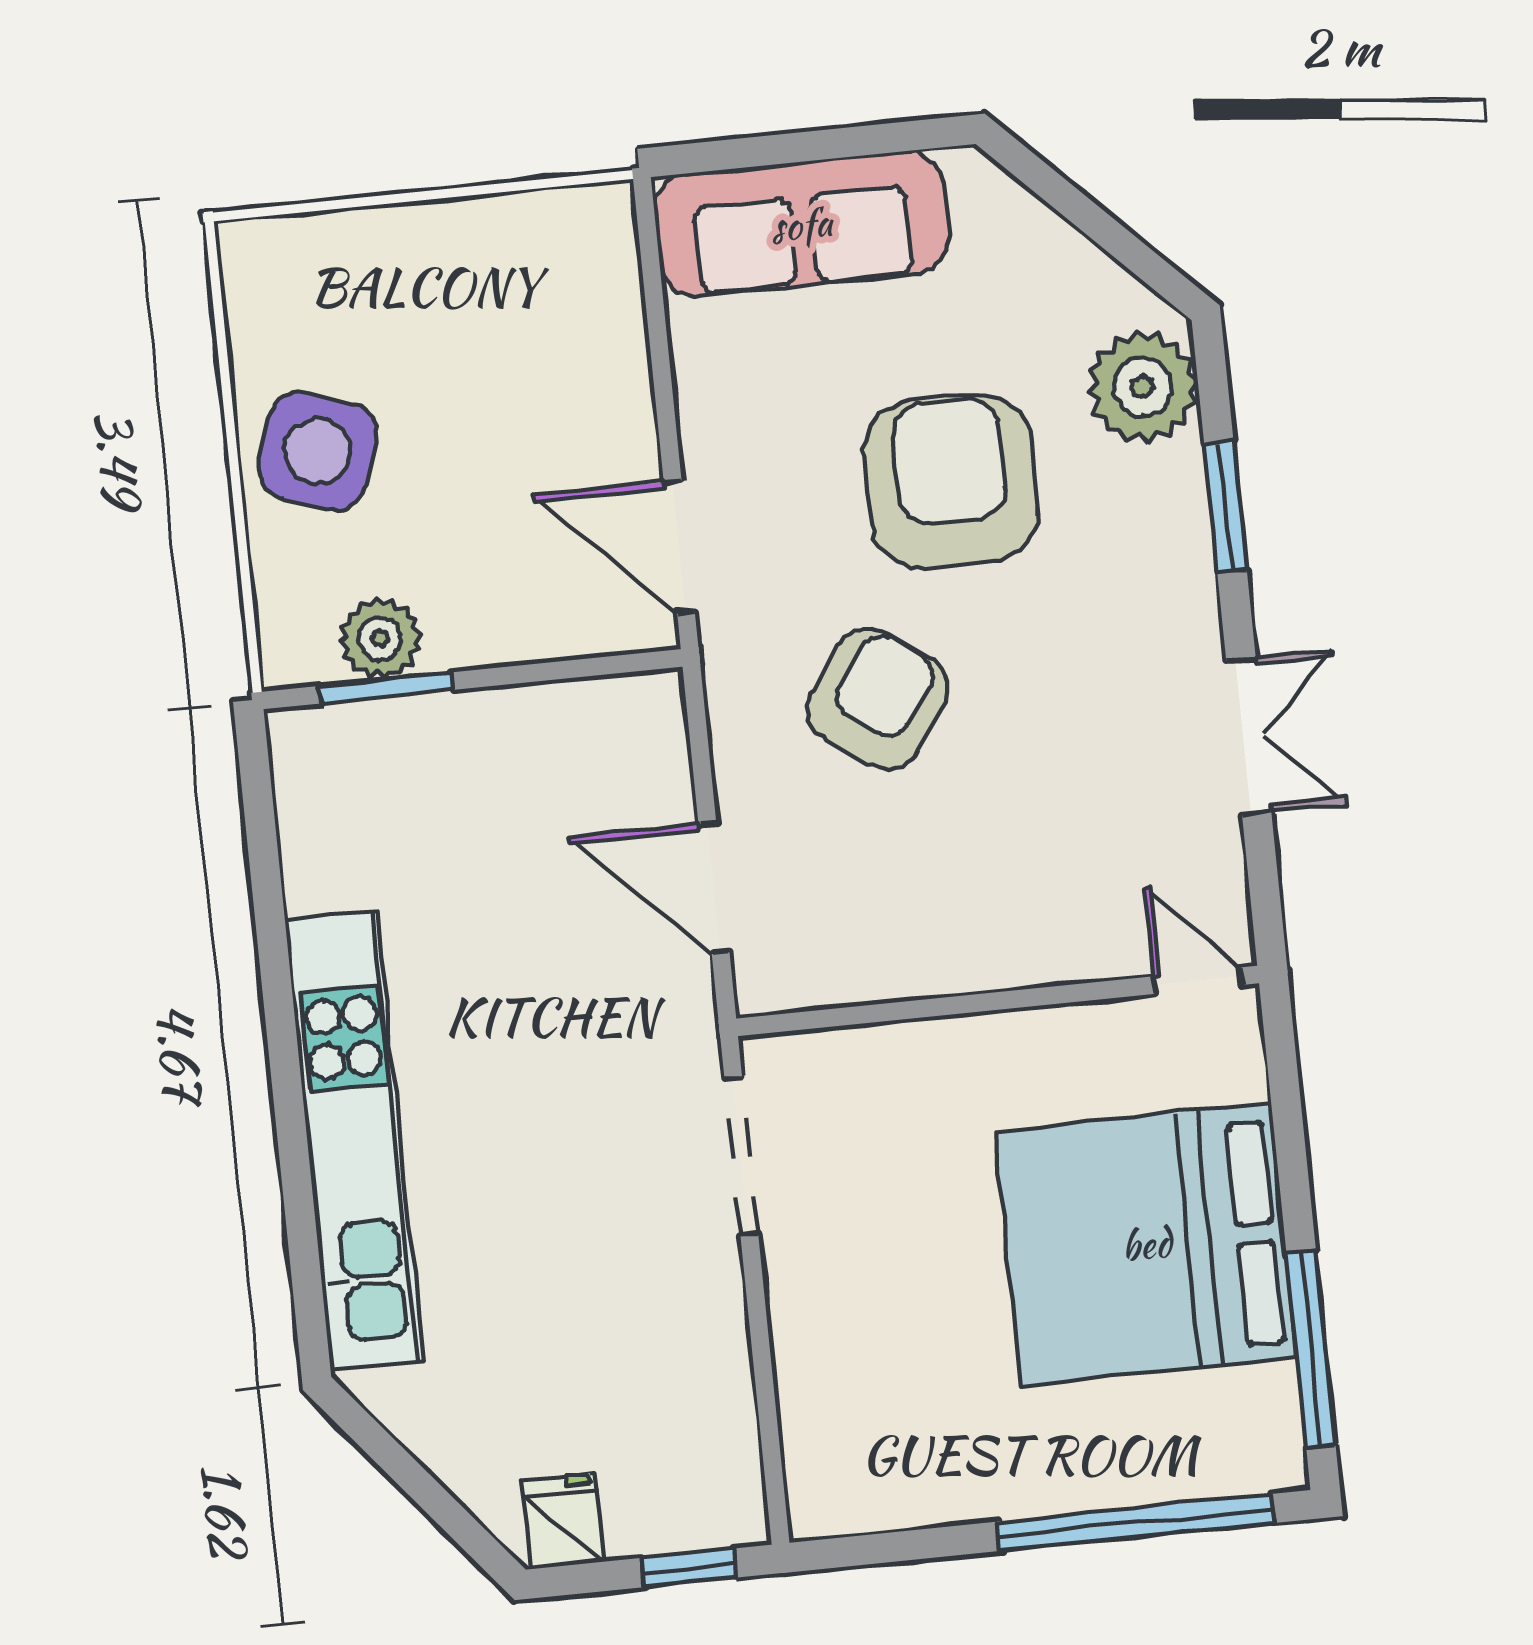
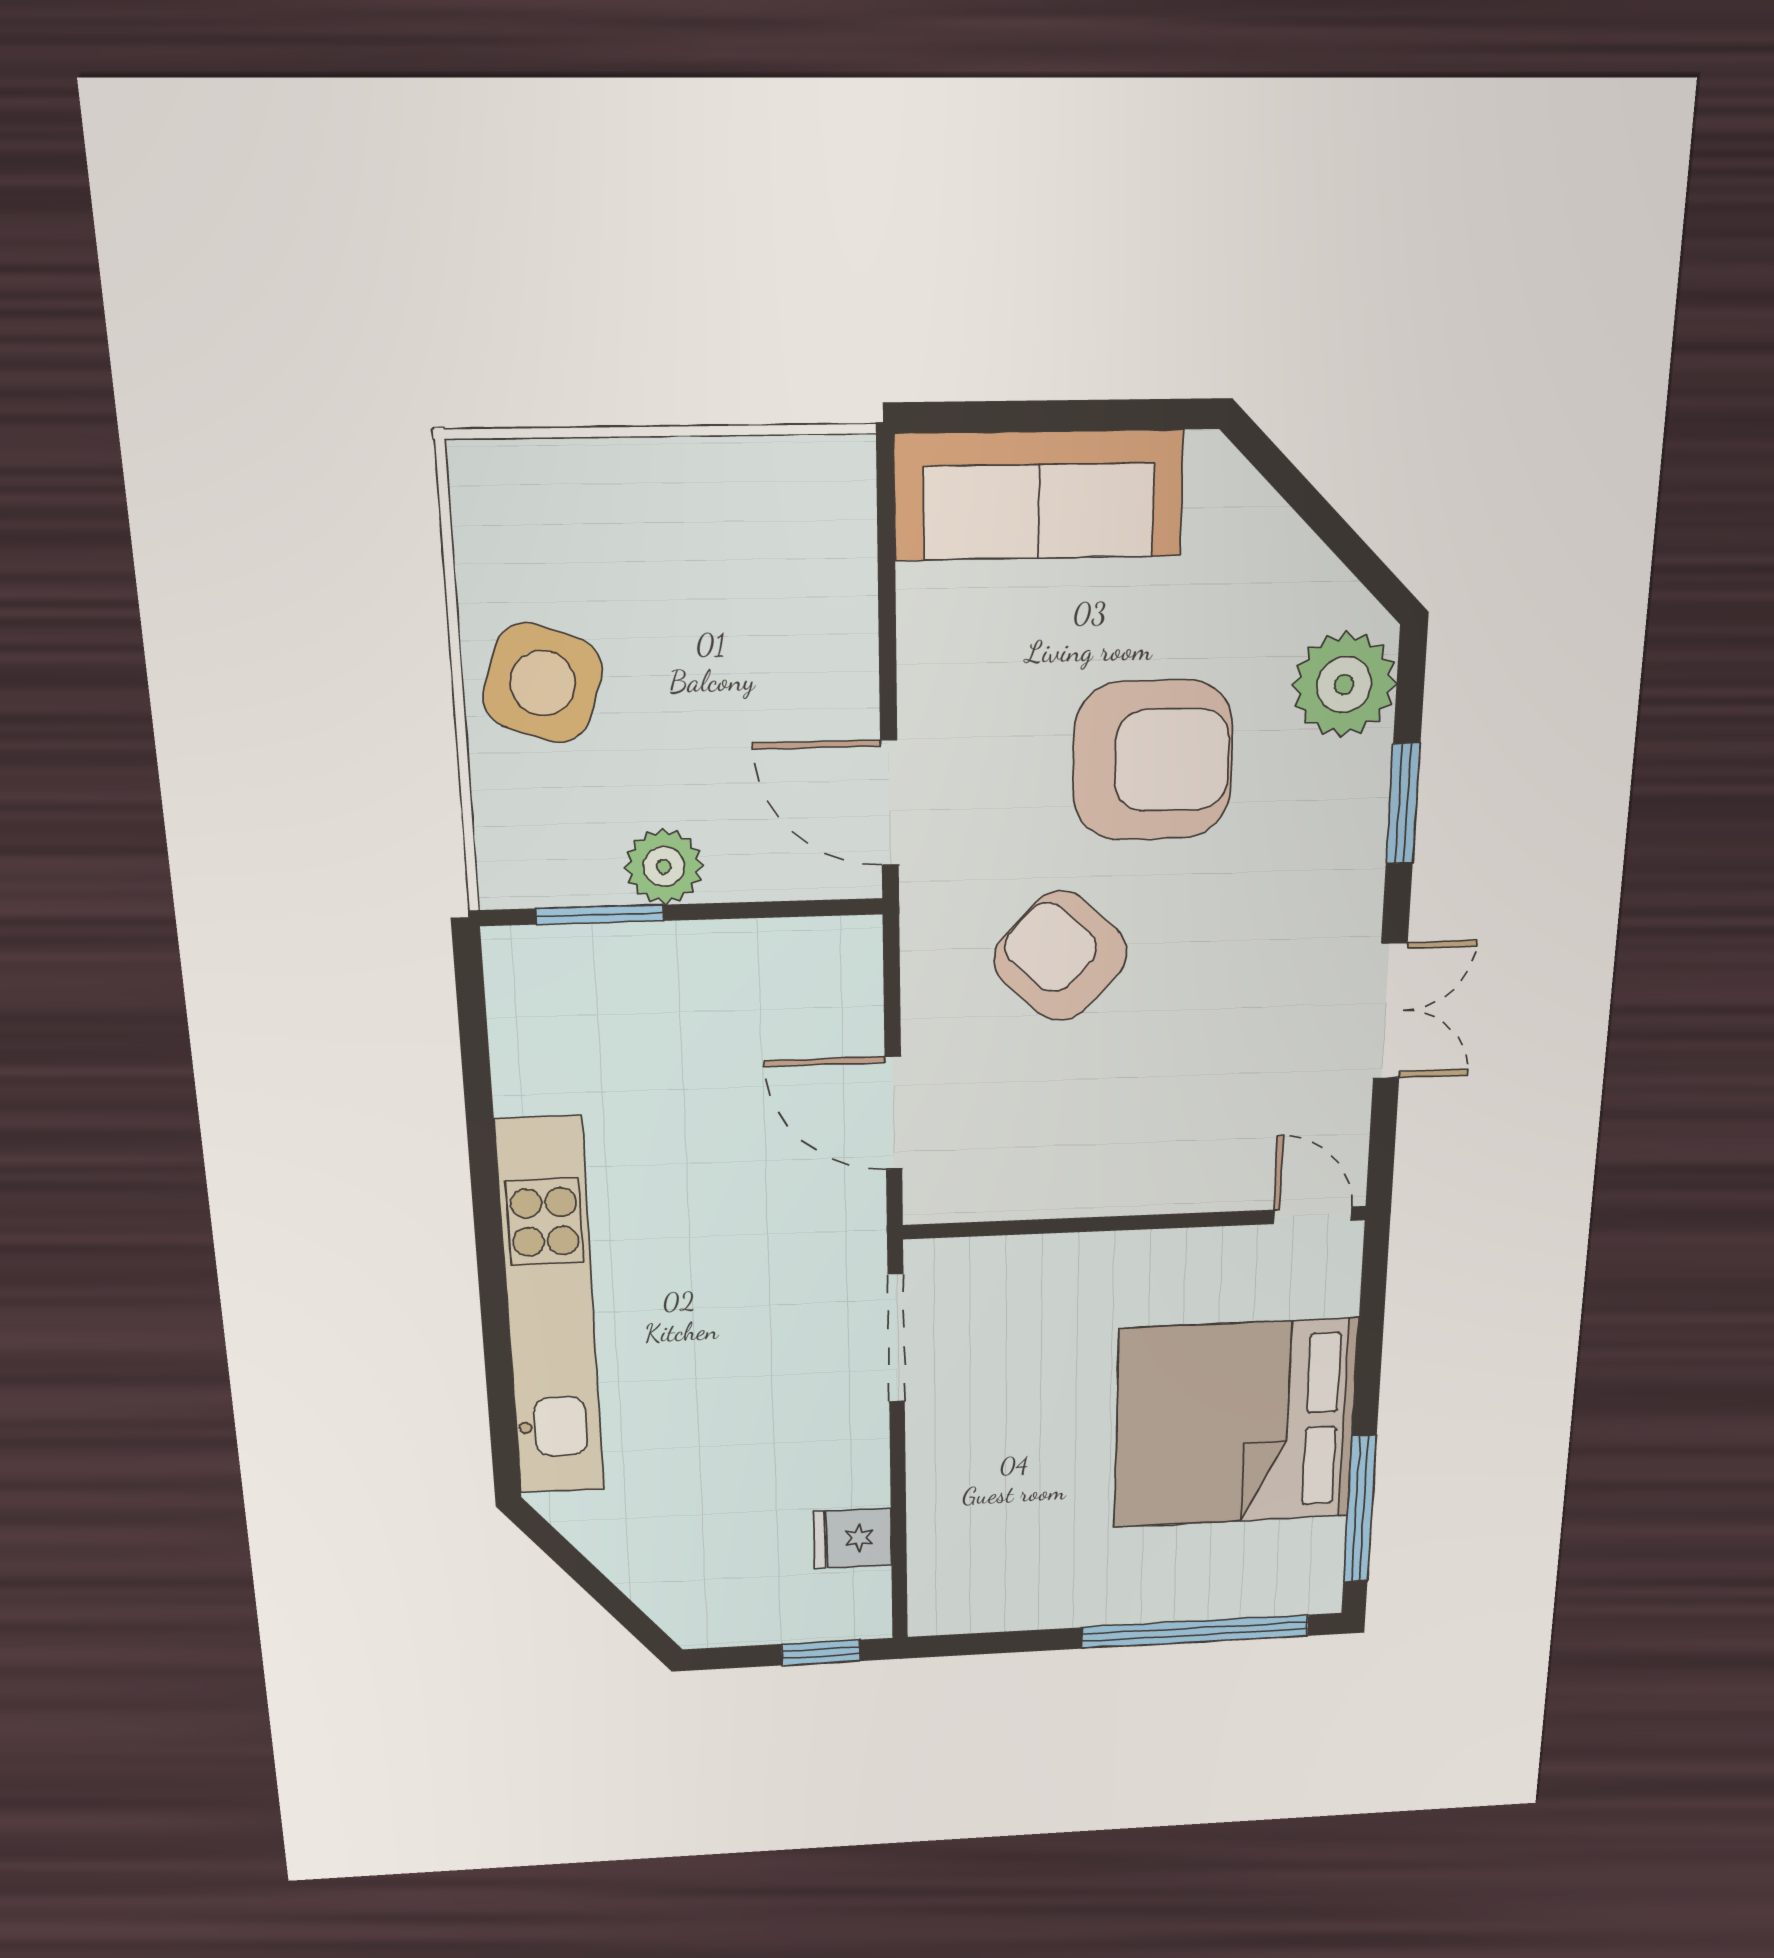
armchair: (951, 481) -> (1153, 760), turned 90
plant: (380, 639) -> (664, 866), moved
armchair: (878, 699) -> (1061, 956), turned -83
fridge: (563, 1521) -> (853, 1538), moved, turned -90

